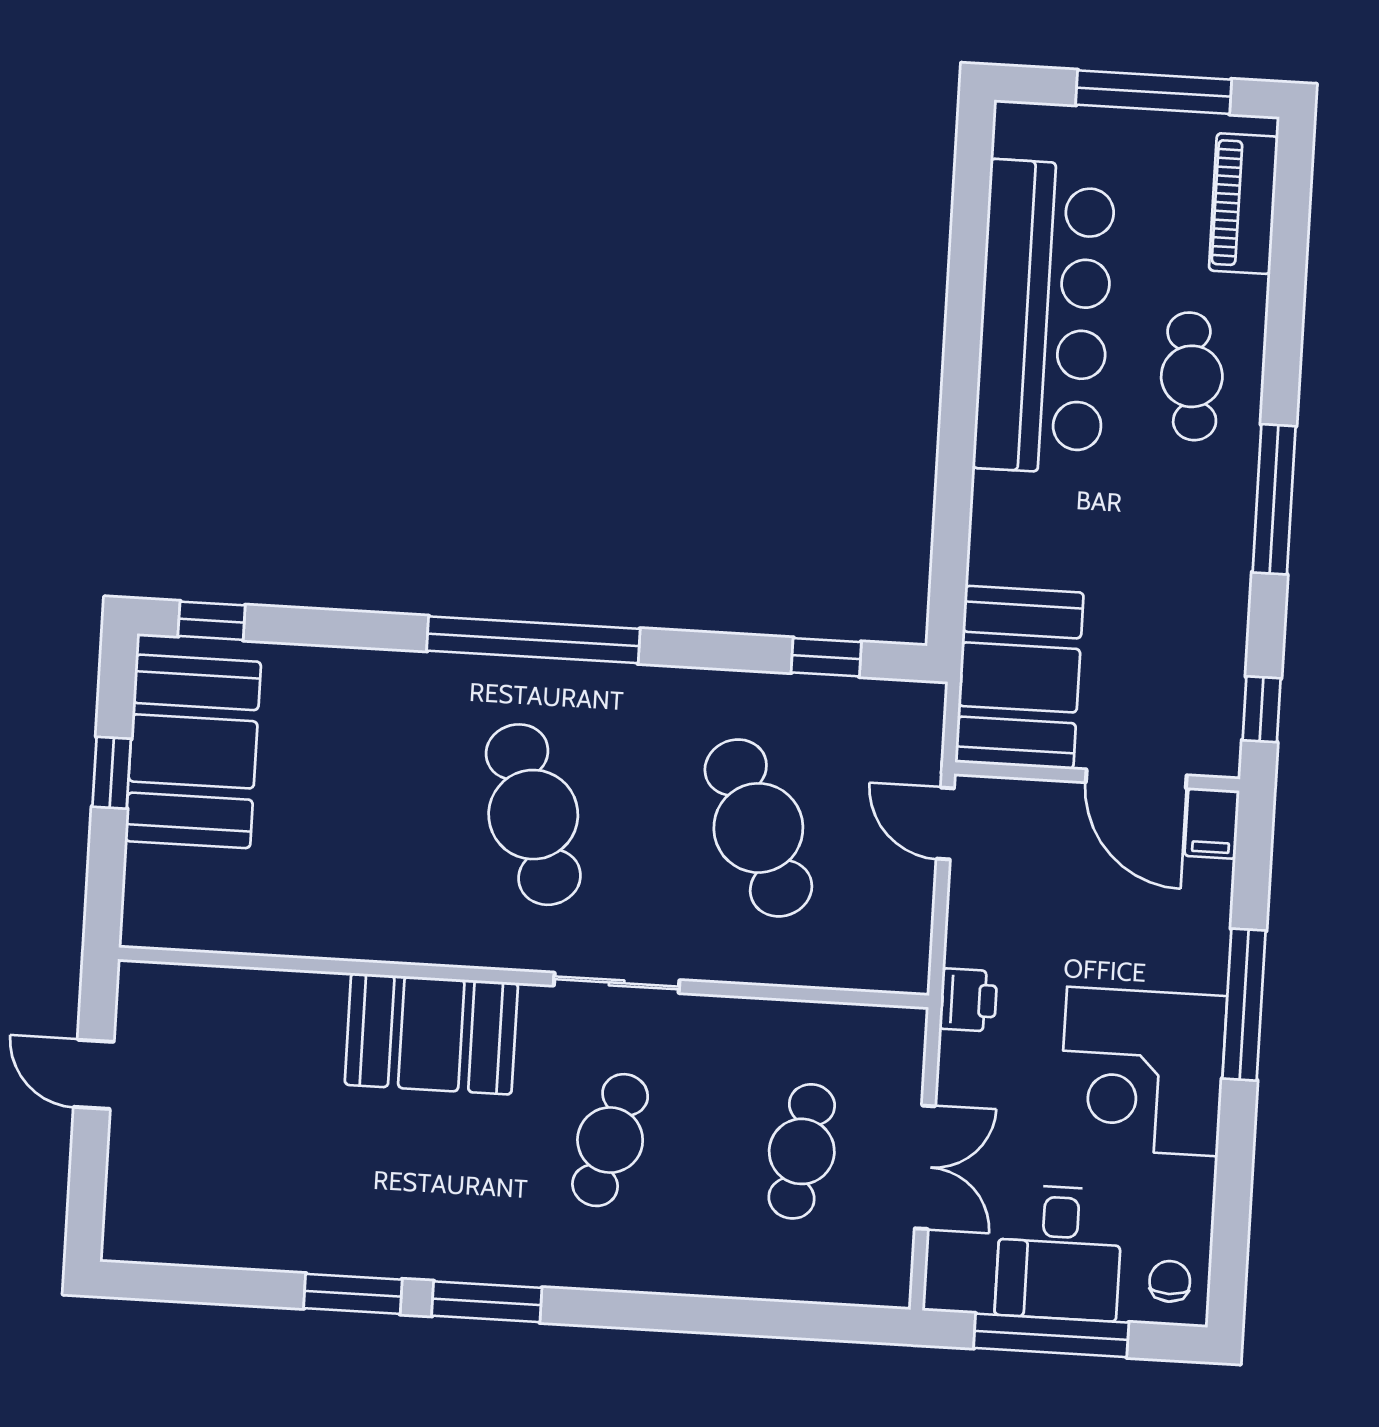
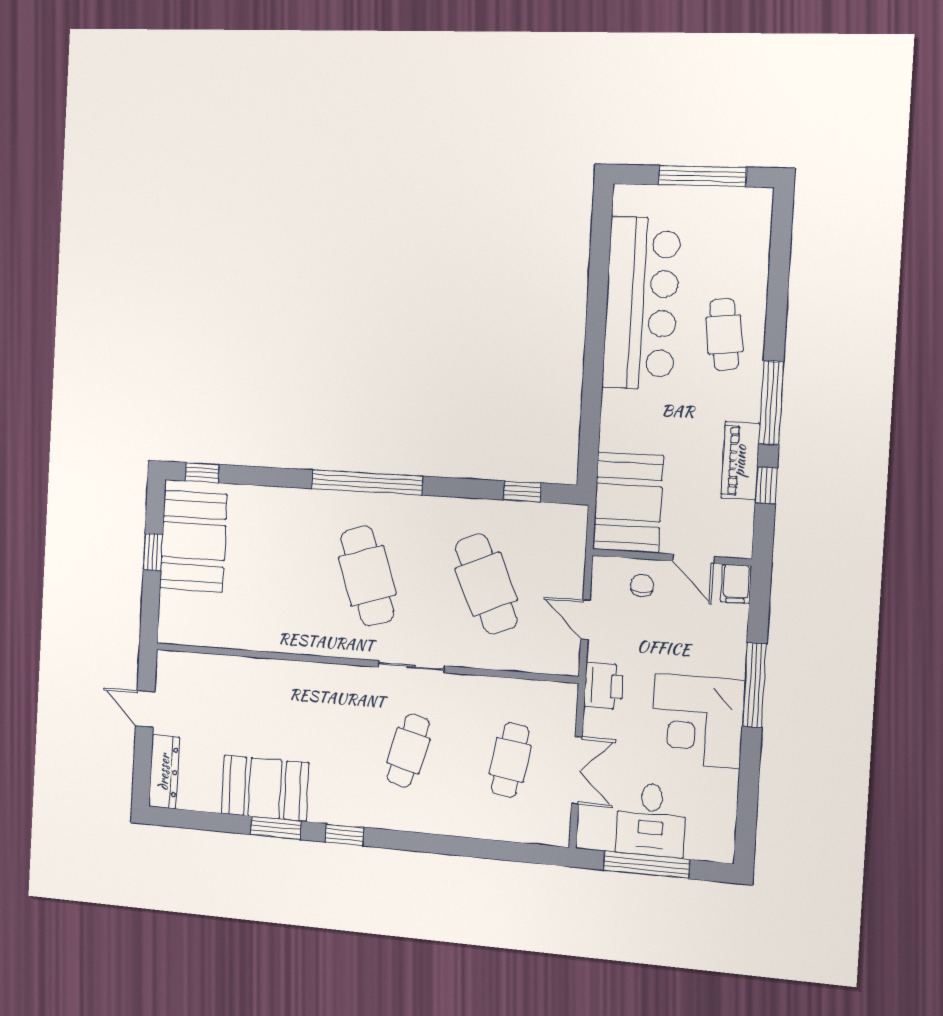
piano: (1244, 204) -> (740, 461), moved
window: (1262, 709) -> (766, 485), moved
door: (1136, 779) -> (693, 559), width x0.73
door: (945, 823) -> (585, 620), moved
printer: (968, 1000) -> (604, 686), width x1.36, depth x1.24
booth: (431, 1034) -> (265, 788), moved
dresser: (131, 1194) -> (164, 772), added
chair: (1170, 1281) -> (642, 585), moved
window: (487, 1302) -> (344, 835), width x0.67

